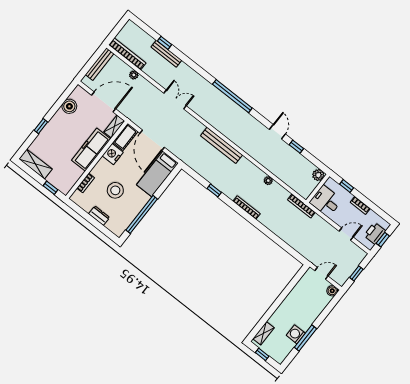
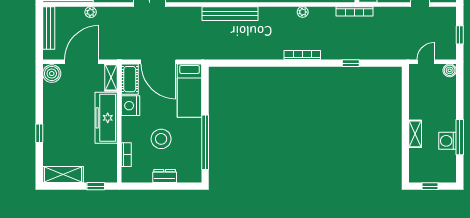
boiler: (69, 106) -> (52, 74), moved
window: (214, 190) -> (351, 63), moved
shelving: (263, 333) -> (415, 134), moved

